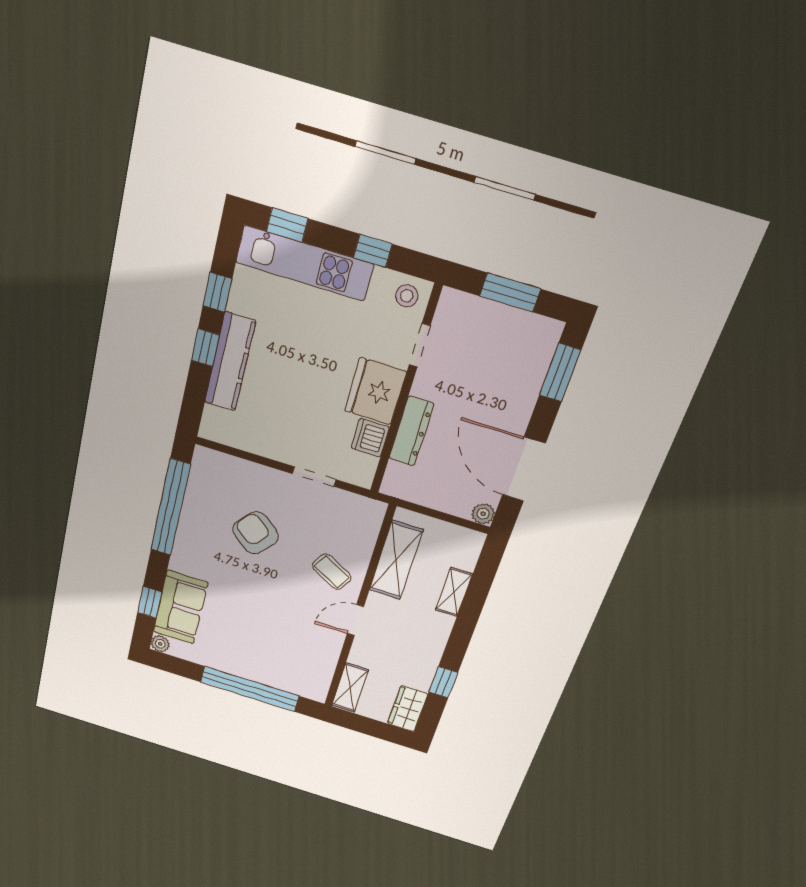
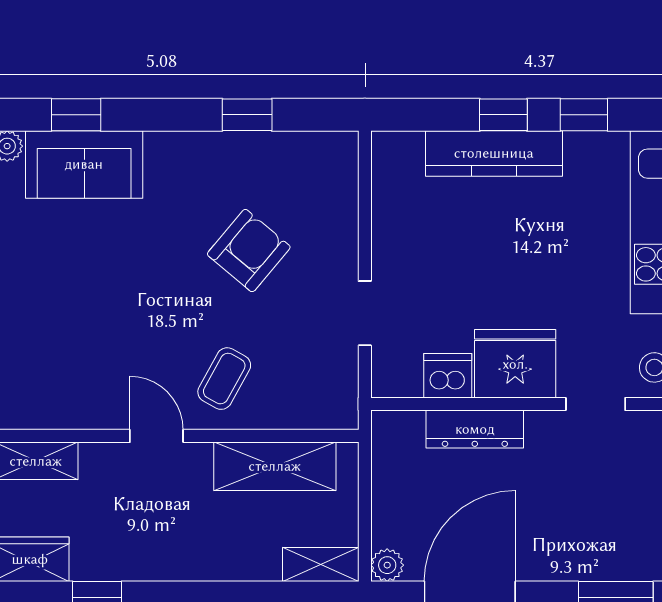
window: (170, 507) -> (247, 115), width x0.32
shelving: (454, 592) -> (321, 564), moved

